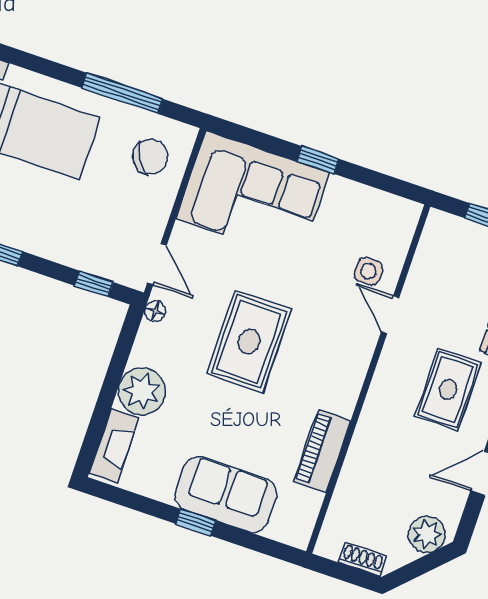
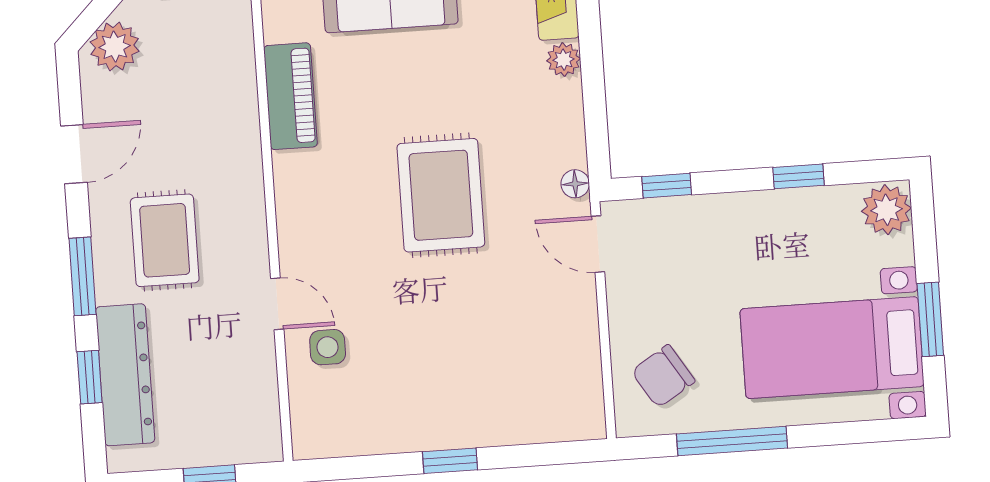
corner sofa: (253, 196) -> (513, 381), removed
plant: (142, 391) -> (564, 60), width x0.53, depth x0.53

